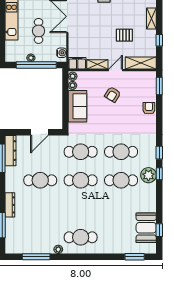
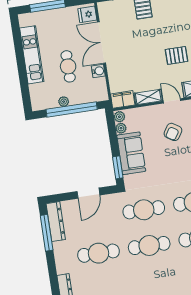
water cooler: (62, 53) -> (98, 71), moved
door: (115, 70) -> (172, 101), hinge flipped
window: (65, 116) -> (118, 167), added

